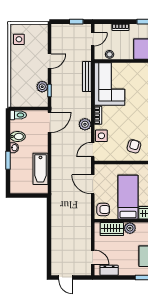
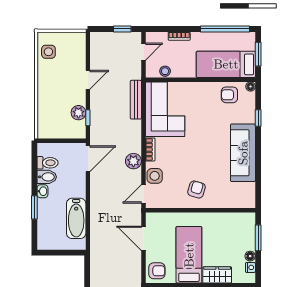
toilet: (18, 115) -> (48, 163), moved

